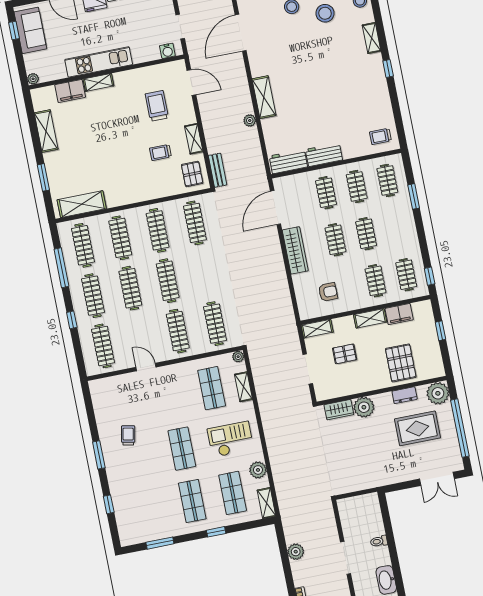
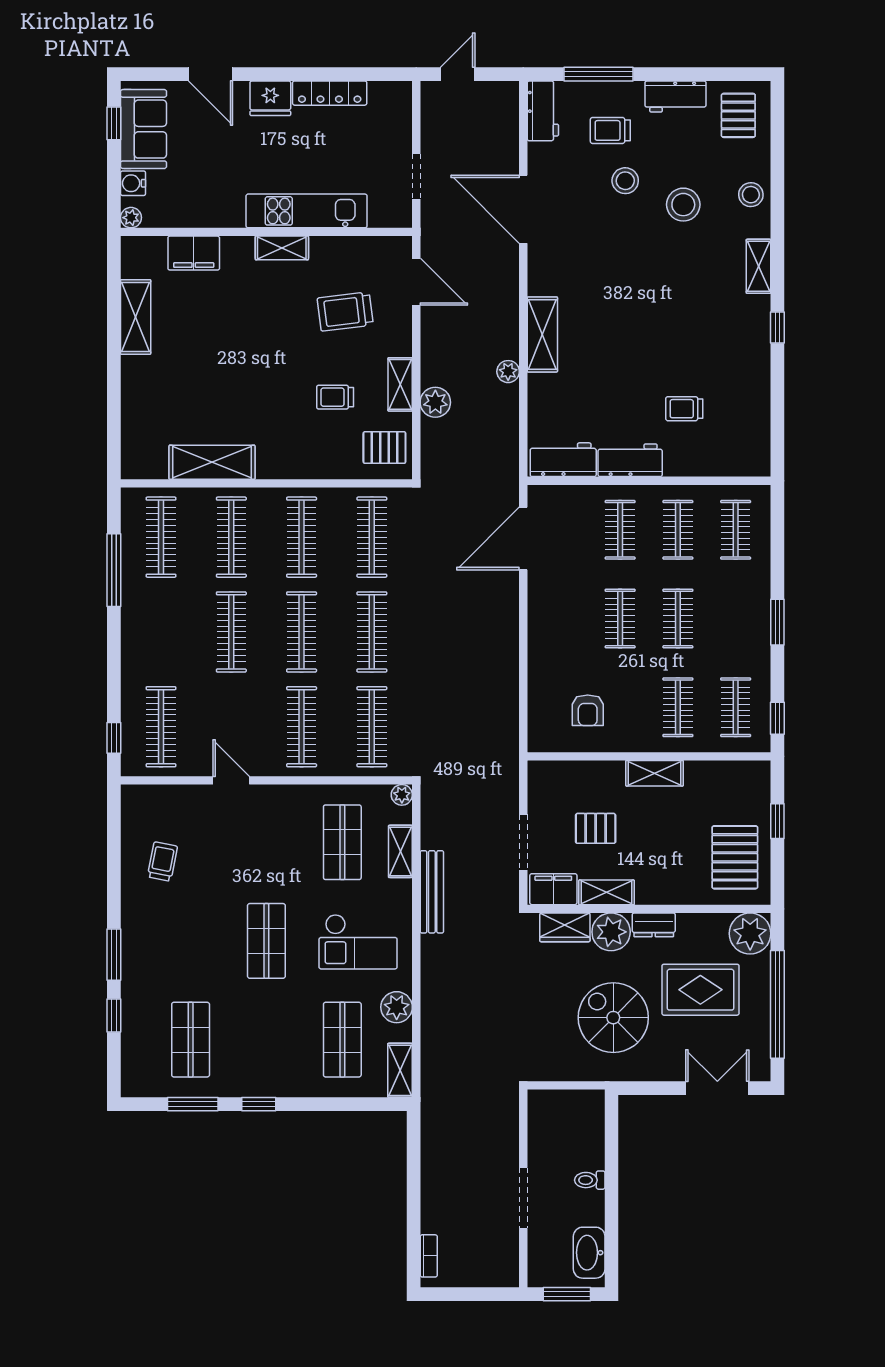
door: (241, 33) -> (523, 209), hinge flipped
water cooler: (167, 51) -> (133, 183), moved, turned 90
kitchen unit: (99, 62) -> (307, 211), moved
shelving: (98, 82) -> (282, 248), moved
trolley: (157, 106) -> (345, 312), turned -97
trolley: (380, 136) -> (684, 409), moved
bench: (218, 170) -> (432, 892), moved, width x1.36
pallet: (192, 174) -> (384, 448), turned 90
window: (43, 177) -> (114, 400), removed
window: (414, 196) -> (777, 622), moved
shelving: (82, 204) -> (212, 462), moved
wardrobe: (295, 250) -> (543, 623), removed
armchair: (328, 292) -> (588, 710), turned 90
clothes rail: (93, 296) -> (372, 632), moved
filing cabinet: (399, 314) -> (553, 889), moved, turned 180
window: (72, 320) -> (114, 738), moved
shelving: (317, 329) -> (607, 892), moved
pallet: (401, 363) -> (735, 857), moved
dresser: (405, 395) -> (654, 925), moved
trolley: (128, 435) -> (162, 862), moved
checkout: (231, 439) -> (358, 942), turned 180
spiral stairs: (374, 452) -> (613, 1018), added
window: (99, 455) -> (114, 955), moved
double door: (437, 479) -> (717, 1088), swing flipped
shop shelf: (192, 501) -> (191, 1040), moved
window: (216, 532) -> (259, 1104), moved
plant: (296, 552) -> (435, 402), moved

